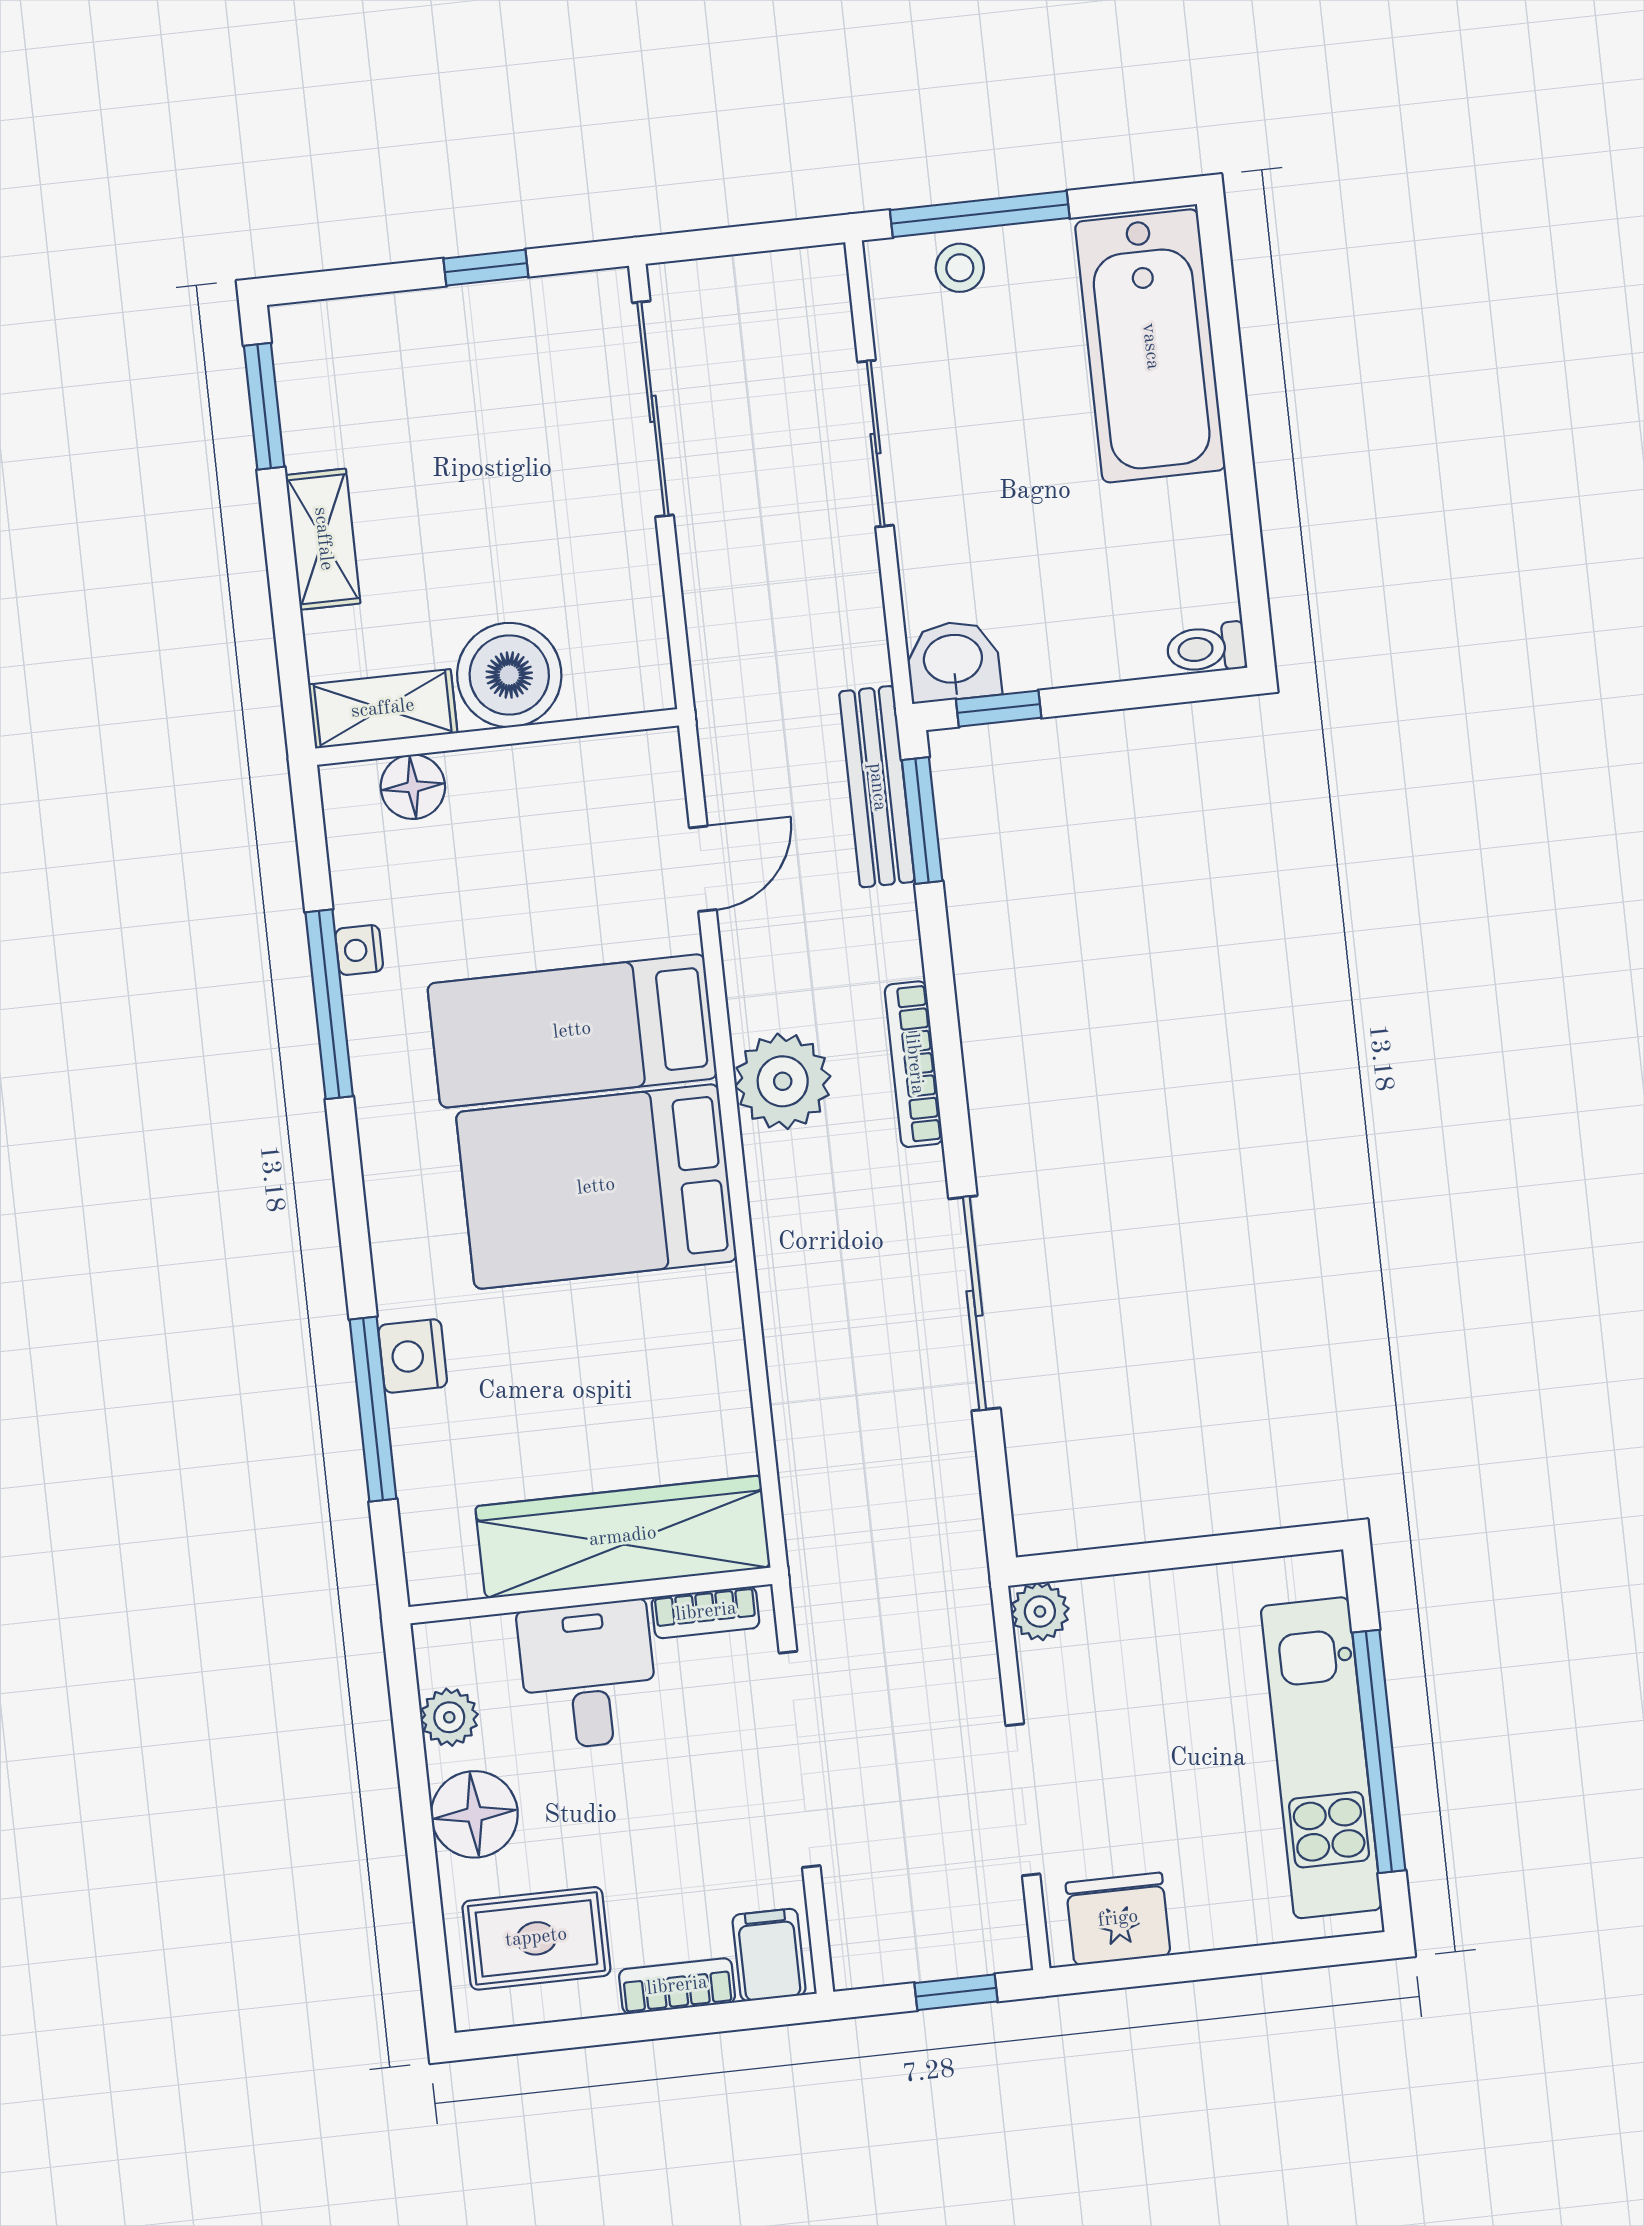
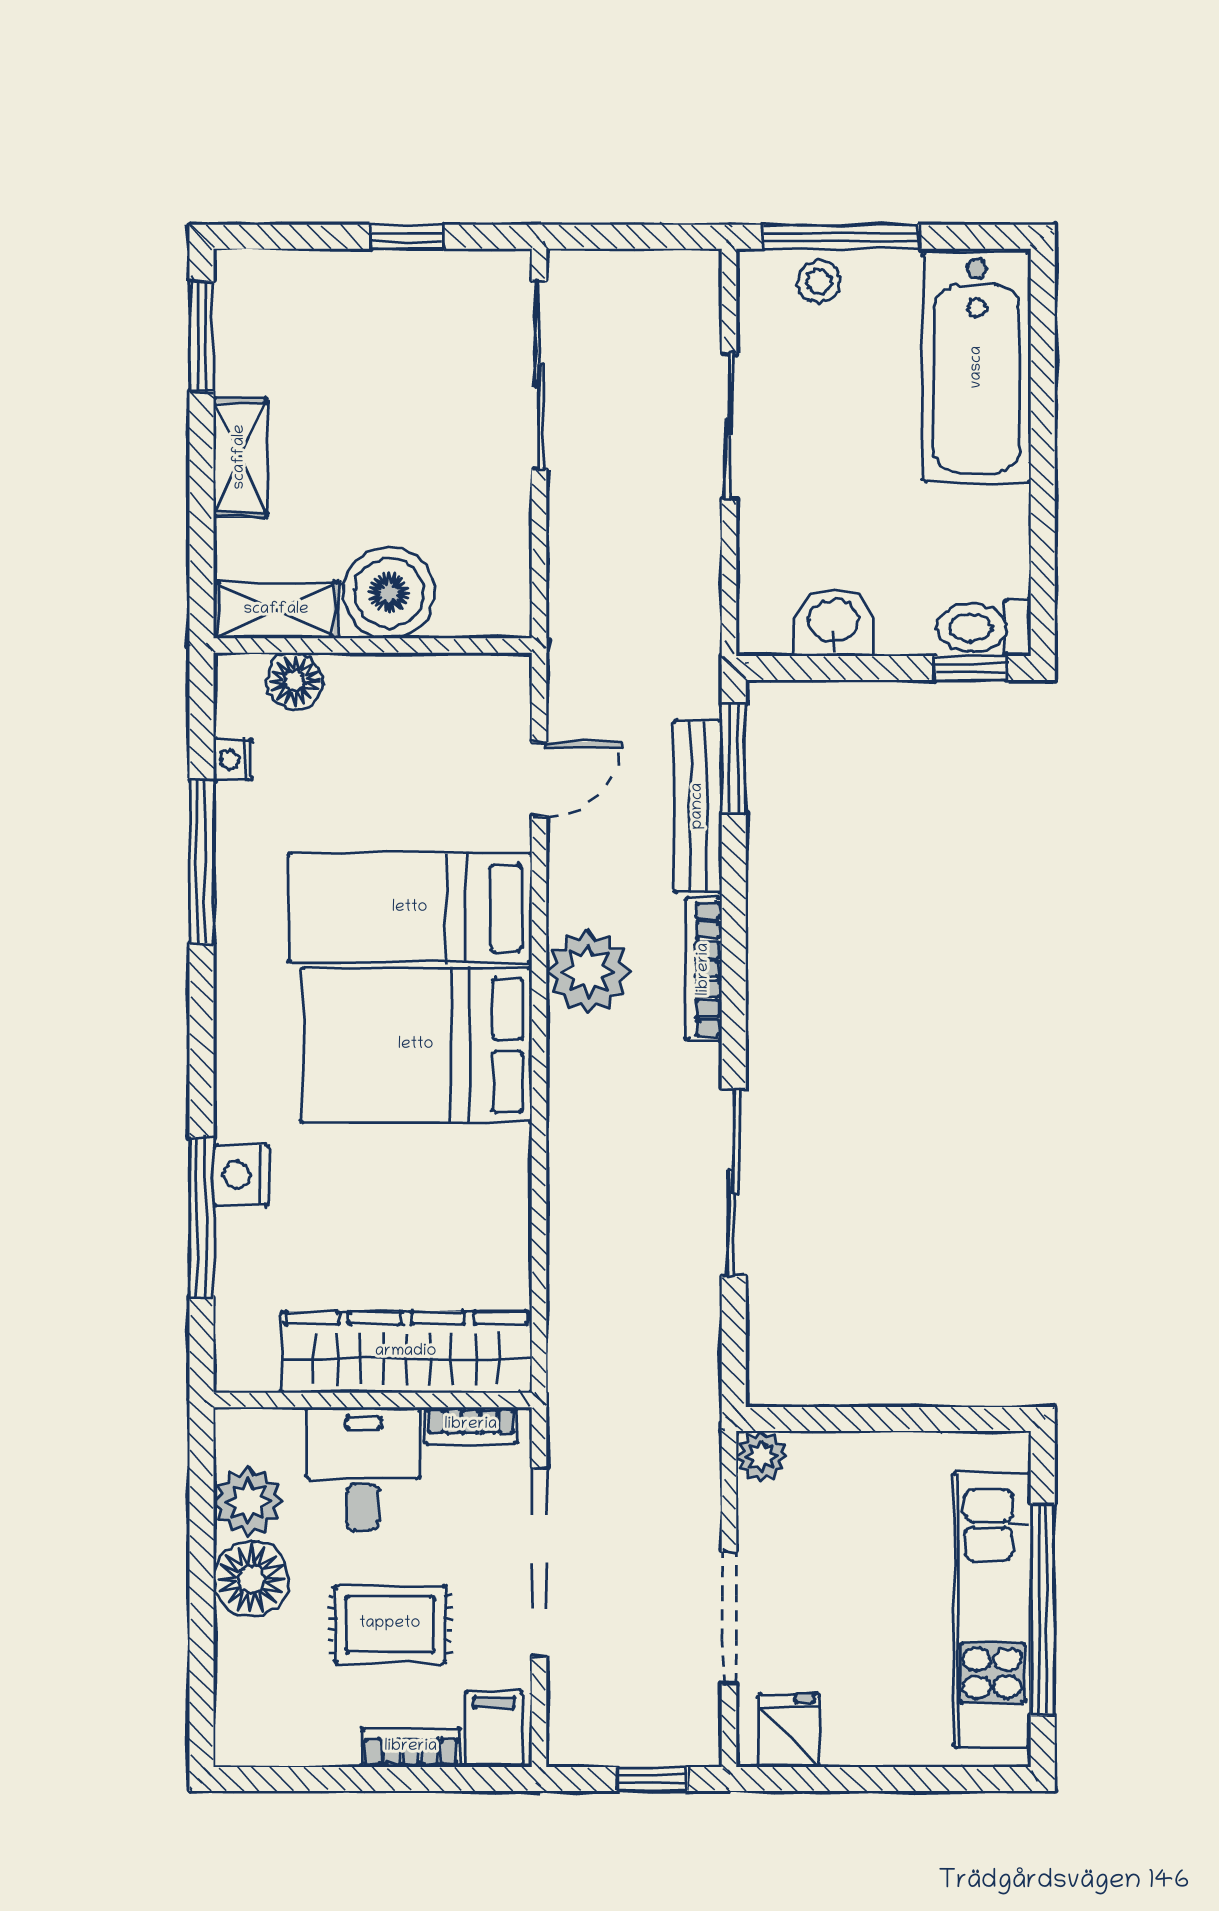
toilet: (1206, 648) -> (984, 628), width x1.37, depth x1.39
washbasin: (953, 661) -> (834, 623), moved
window: (999, 709) -> (971, 668), moved
bench: (877, 787) -> (698, 806), moved
nightstand: (359, 950) -> (233, 759), moved
plant: (449, 1717) -> (248, 1502), width x1.38, depth x1.38
fridge: (1118, 1919) -> (789, 1731), width x0.72
rug: (536, 1938) -> (390, 1624), moved

